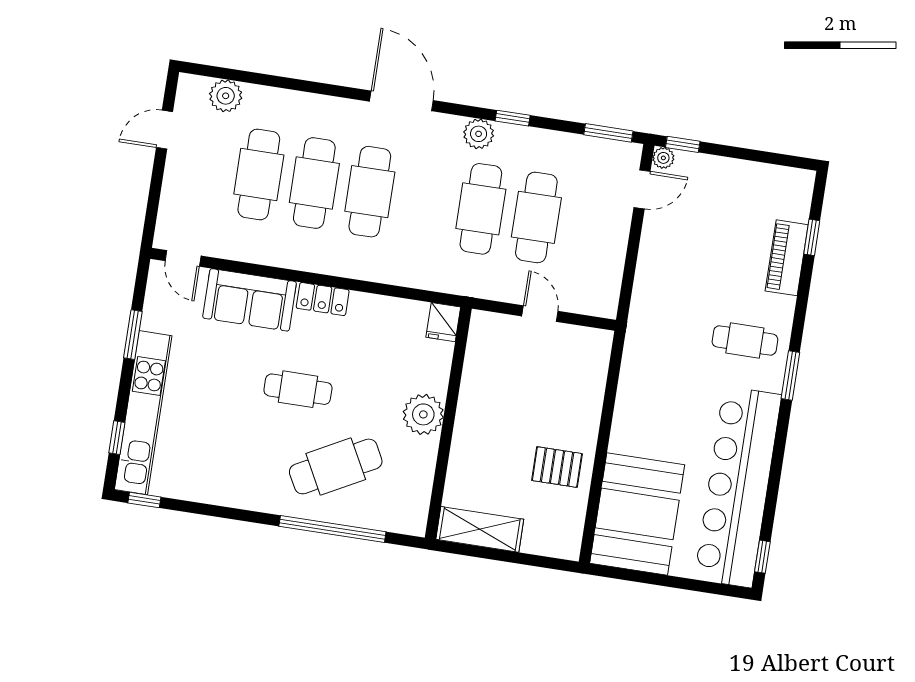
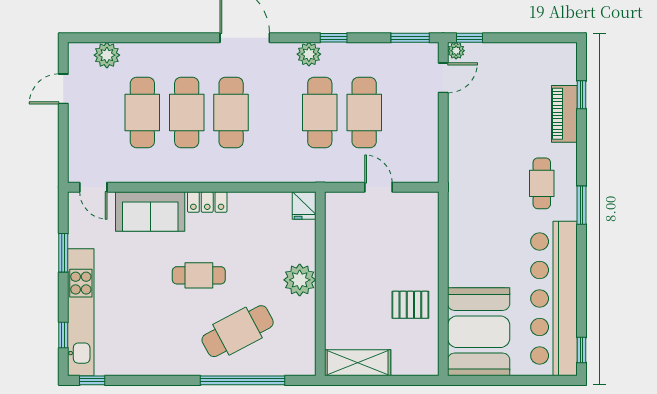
cafe table: (745, 341) -> (542, 183), turned 90

